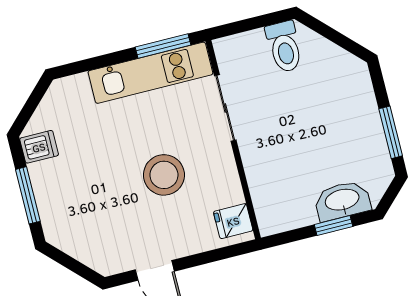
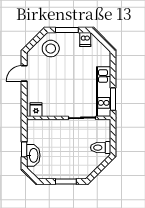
window: (391, 132) -> (66, 182), moved
stool: (164, 175) -> (51, 49), moved

